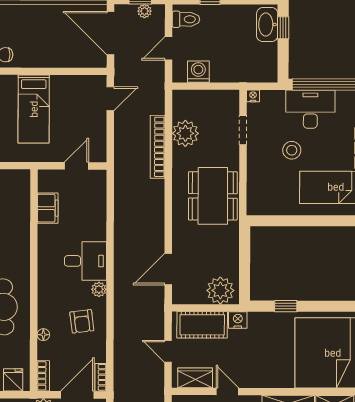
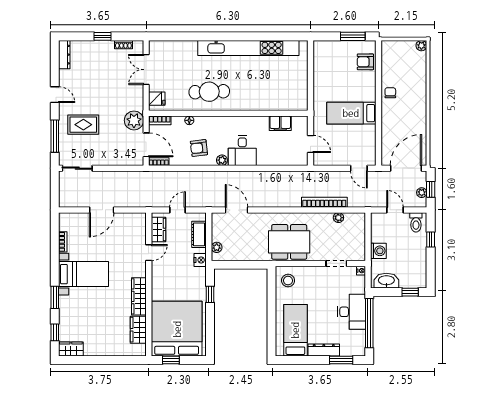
washbasin: (267, 25) -> (386, 281), moved
washing machine: (198, 72) -> (378, 251), moved
plant: (185, 133) -> (338, 218), width x0.53, depth x0.53
stool: (292, 150) -> (288, 281), moved
plant: (220, 291) -> (217, 247), width x0.53, depth x0.53
cot: (202, 325) -> (199, 234), width x0.73, depth x0.75

